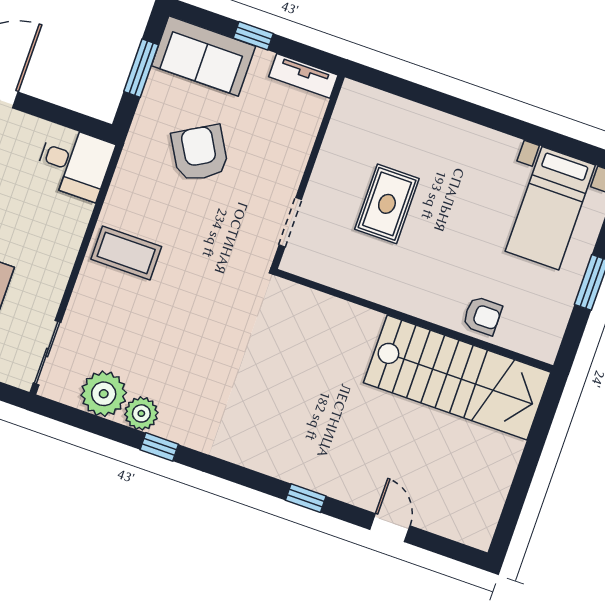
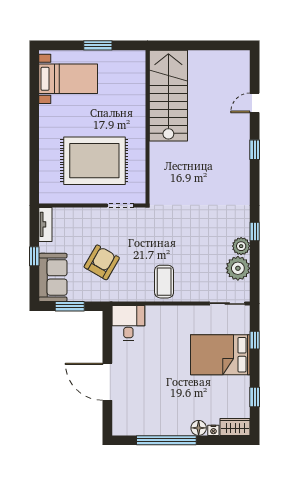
armchair: (200, 153) -> (102, 262), turned 150
rug: (387, 204) -> (94, 161), width x1.86, depth x2.06
armchair: (482, 316) -> (133, 94), removed

